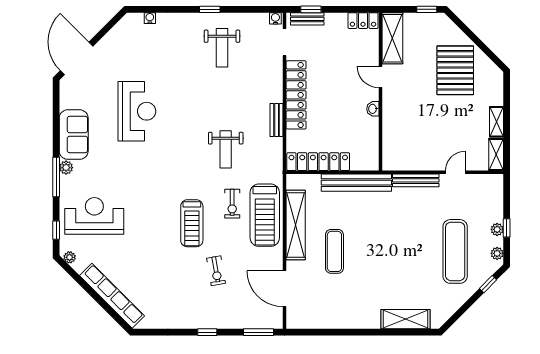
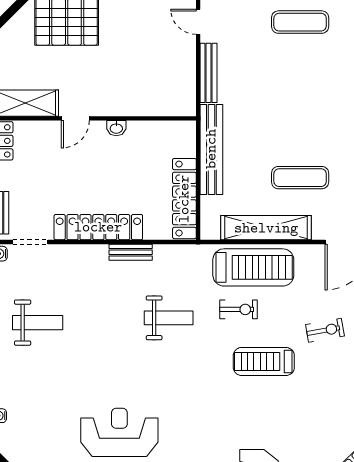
treadmill: (192, 223) -> (264, 361), turned 180
exercise mat: (455, 251) -> (300, 22), width x0.73, depth x0.69

